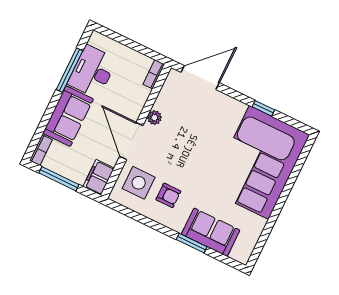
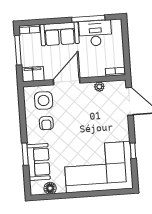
plant: (154, 118) -> (99, 87), moved
floor lamp: (251, 236) -> (50, 188), added

